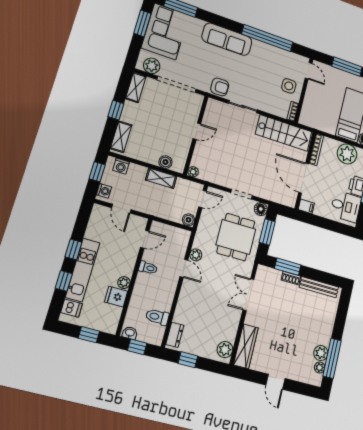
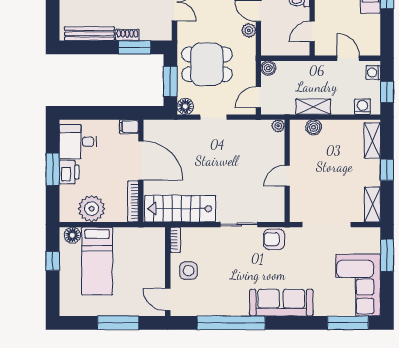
window: (142, 23) -> (387, 255), moved
plant: (152, 66) -> (362, 237), removed
dining table: (236, 237) -> (207, 64), turned 90

